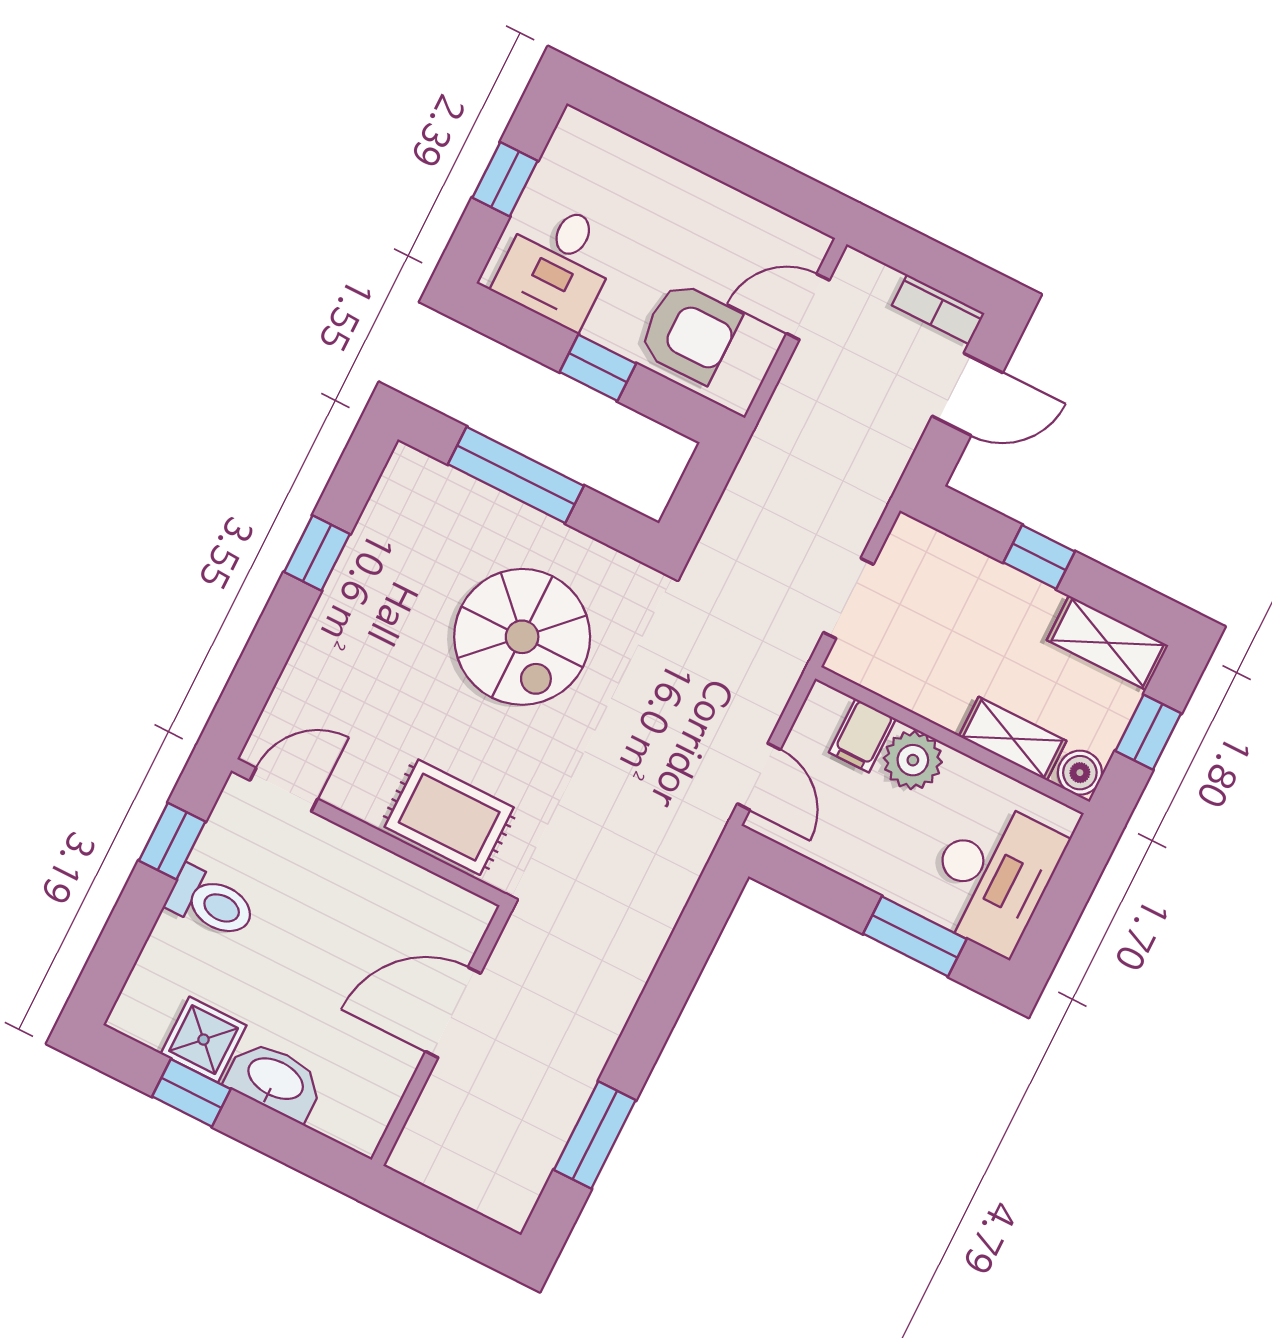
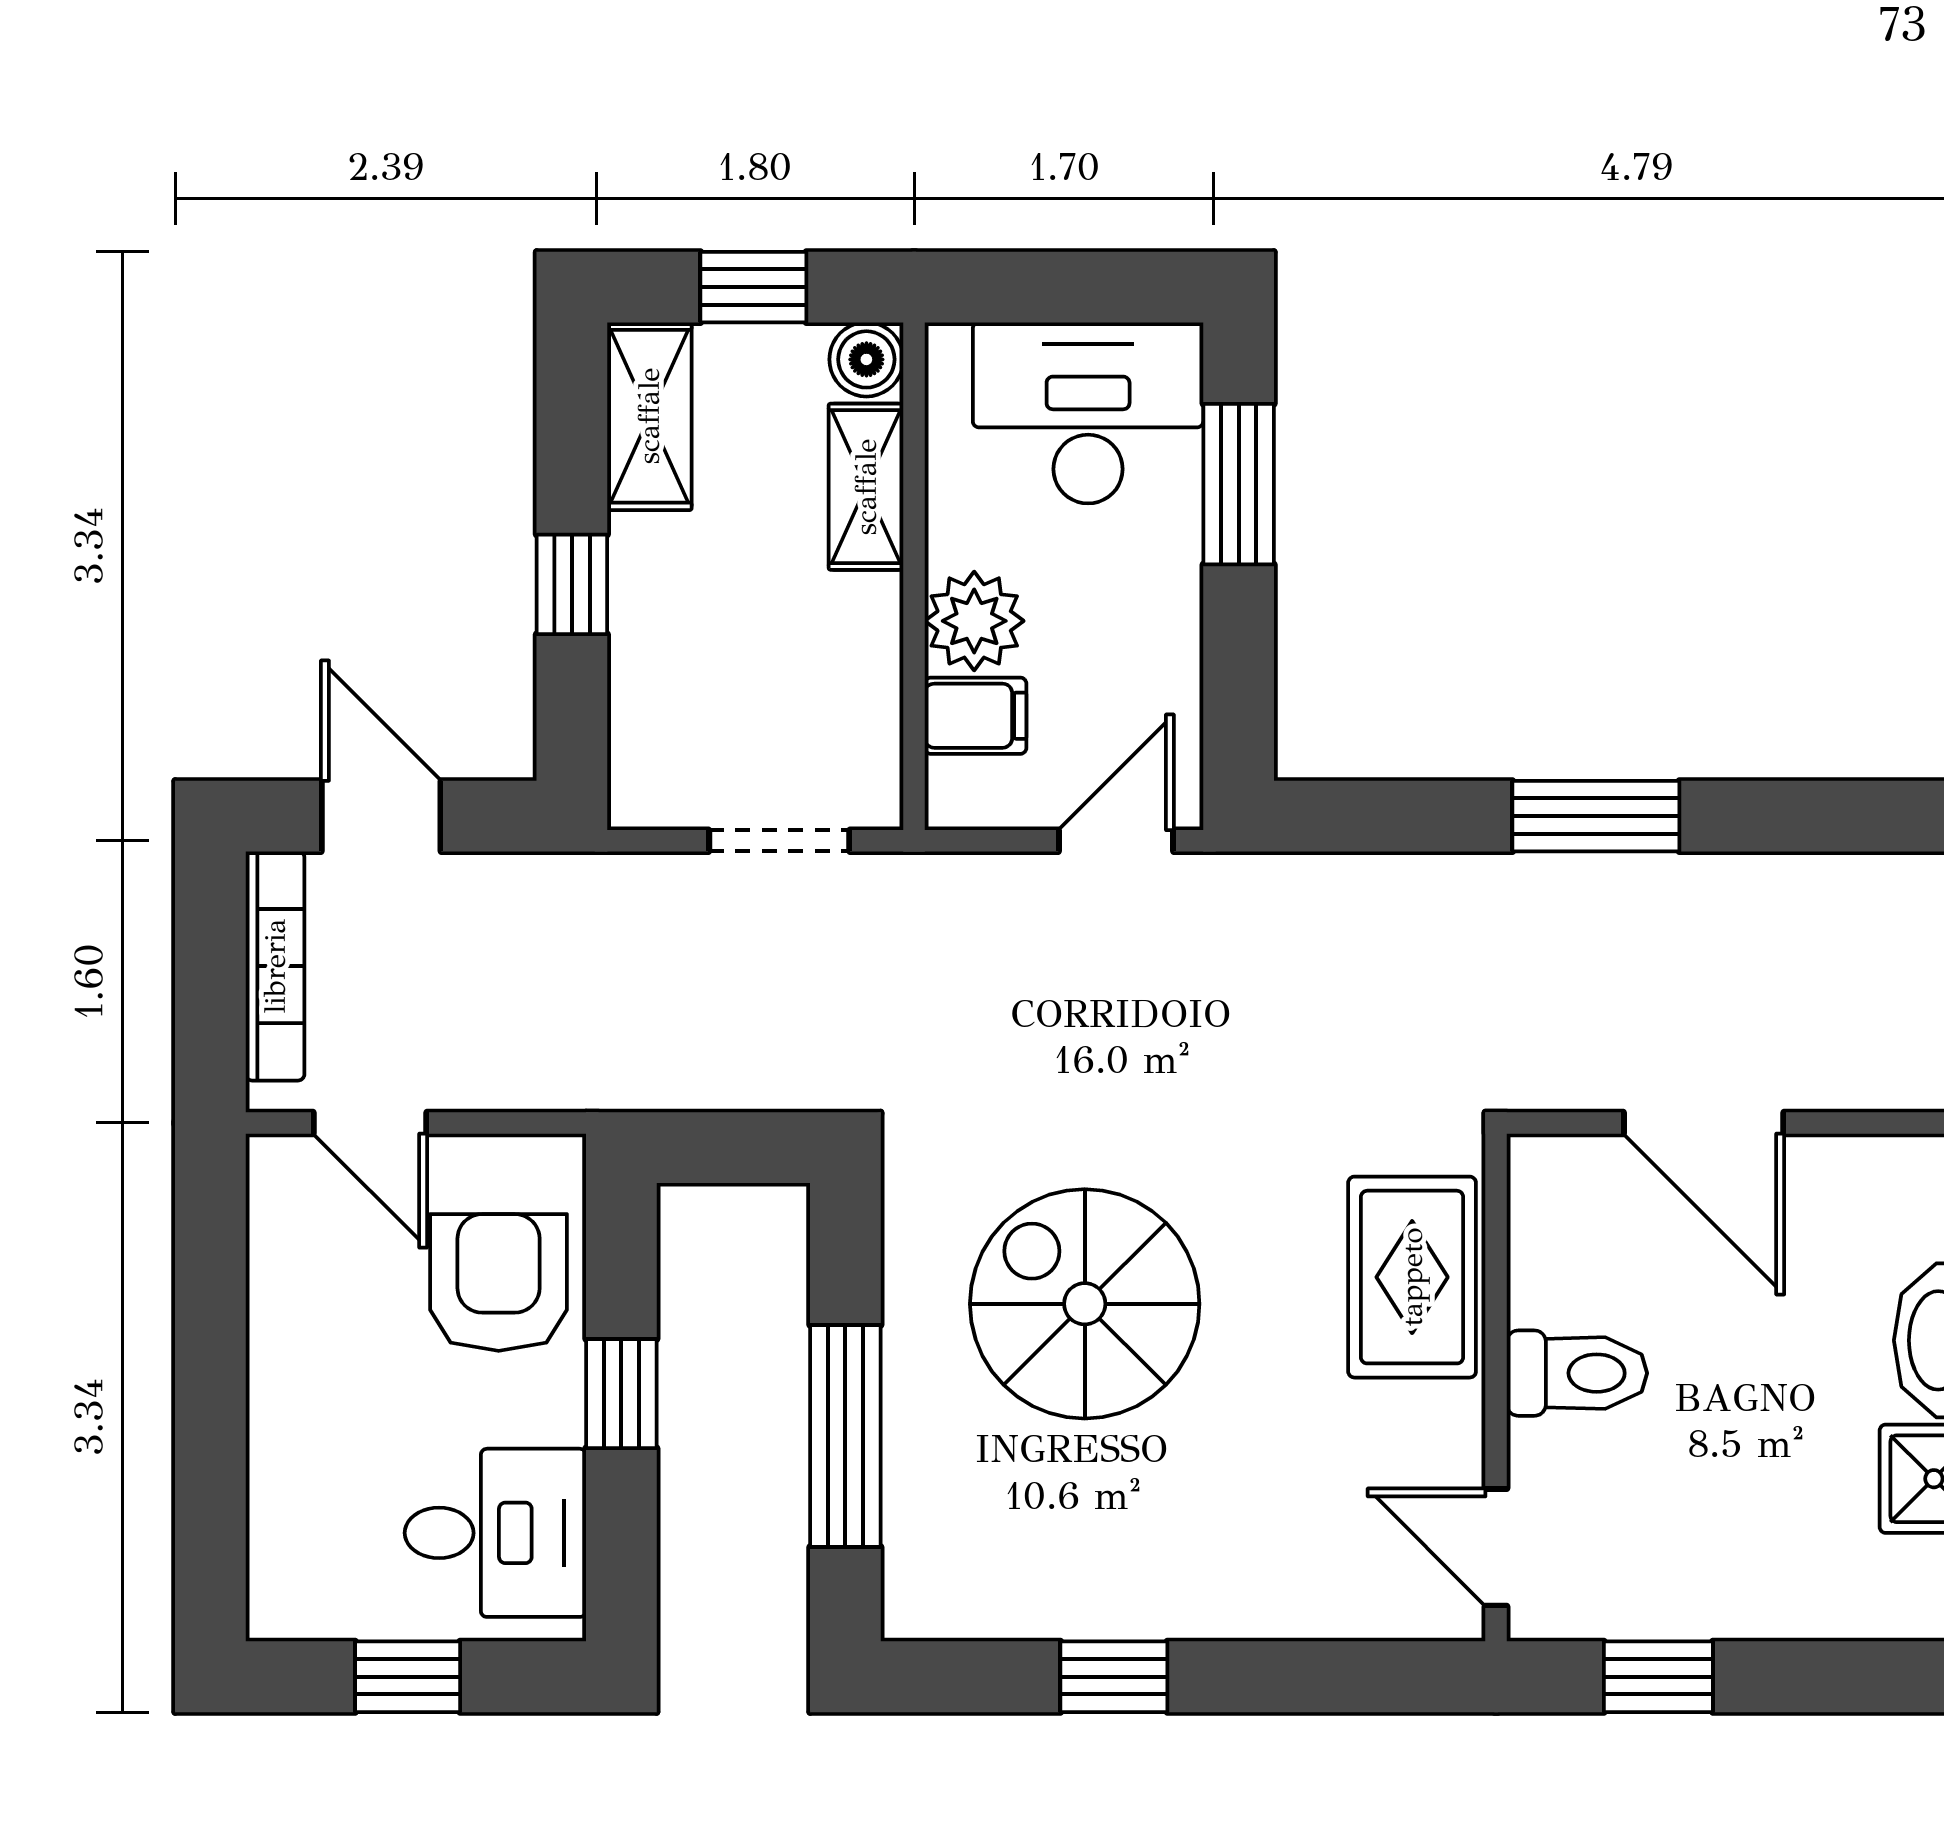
bookcase: (938, 309) -> (275, 966), width x1.56
spiral stairs: (522, 637) -> (1085, 1304), turned -90
toilet: (211, 903) -> (1577, 1373), moved, turned 90
window: (595, 1135) -> (1596, 816), moved

